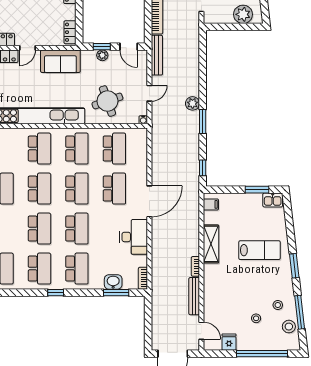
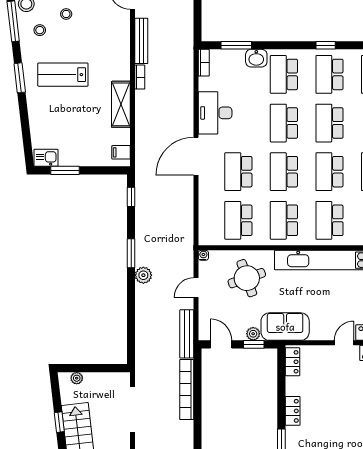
plant: (243, 14) -> (77, 378), width x0.53, depth x0.53
sofa: (60, 61) -> (285, 327), moved
lab bench: (259, 250) -> (63, 75), moved
washbasin: (113, 282) -> (256, 58), moved
window: (56, 293) -> (326, 45), moved

